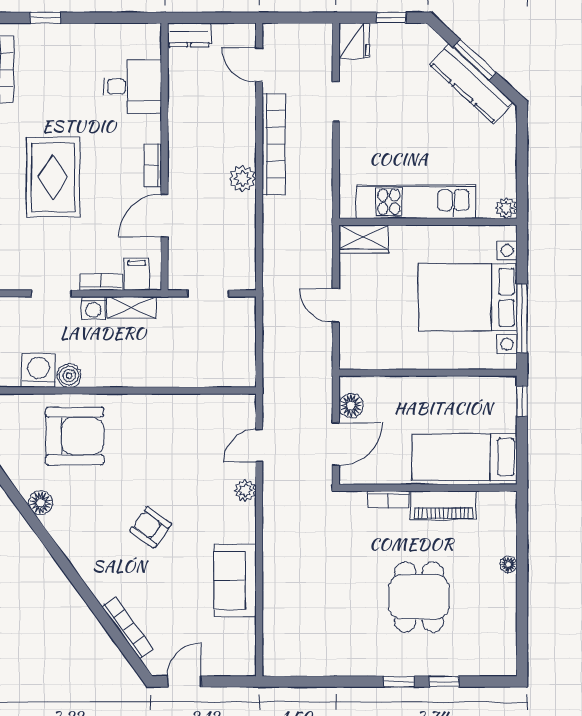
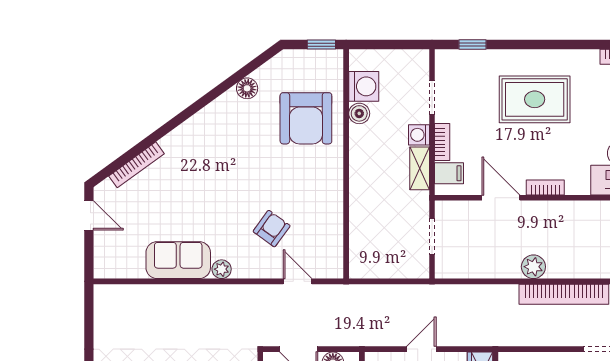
plant: (245, 490) -> (222, 269), moved
armchair: (151, 527) -> (272, 229), moved

